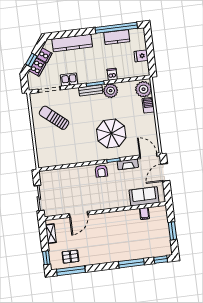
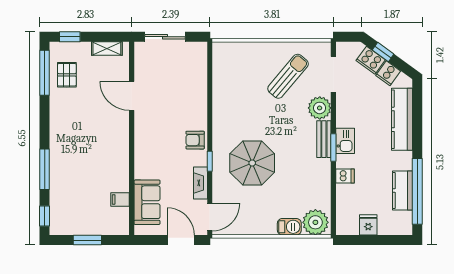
kitchen sink: (69, 80) -> (345, 141), moved
plant: (111, 91) -> (320, 108), moved

